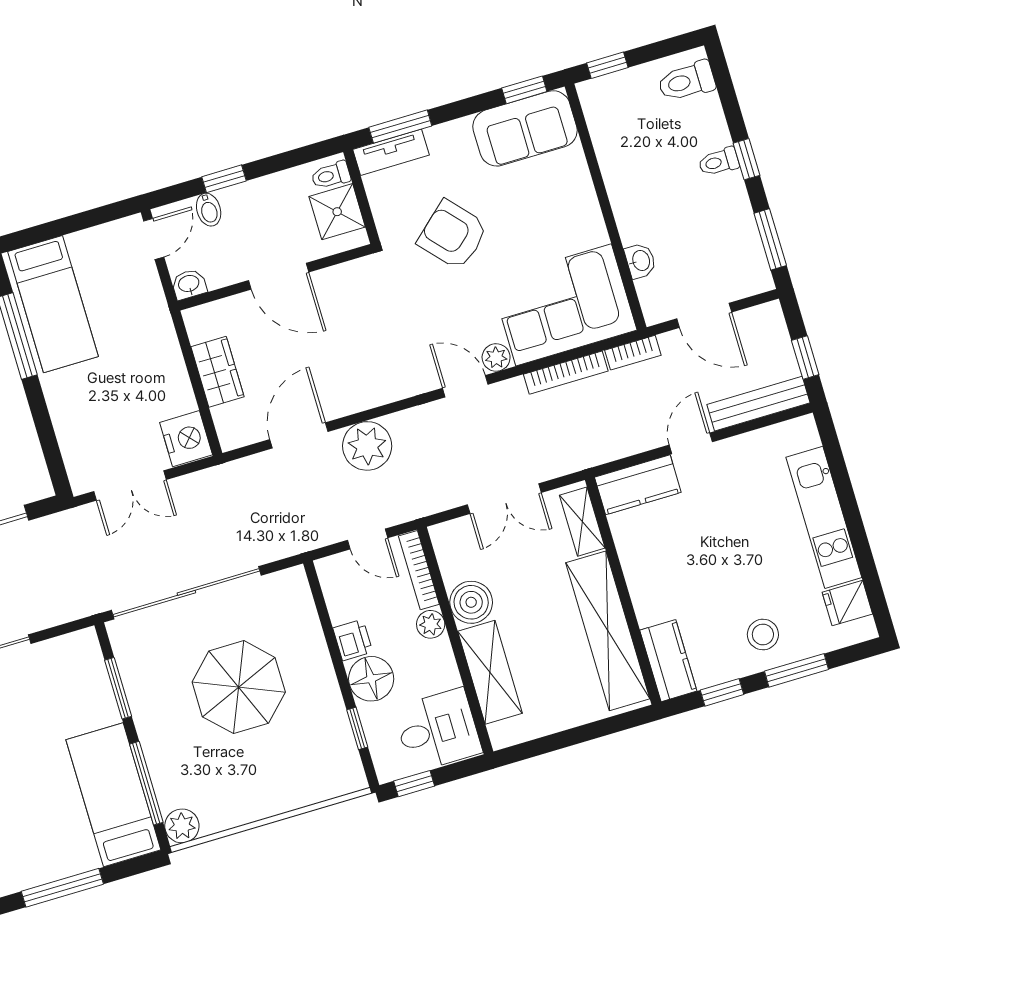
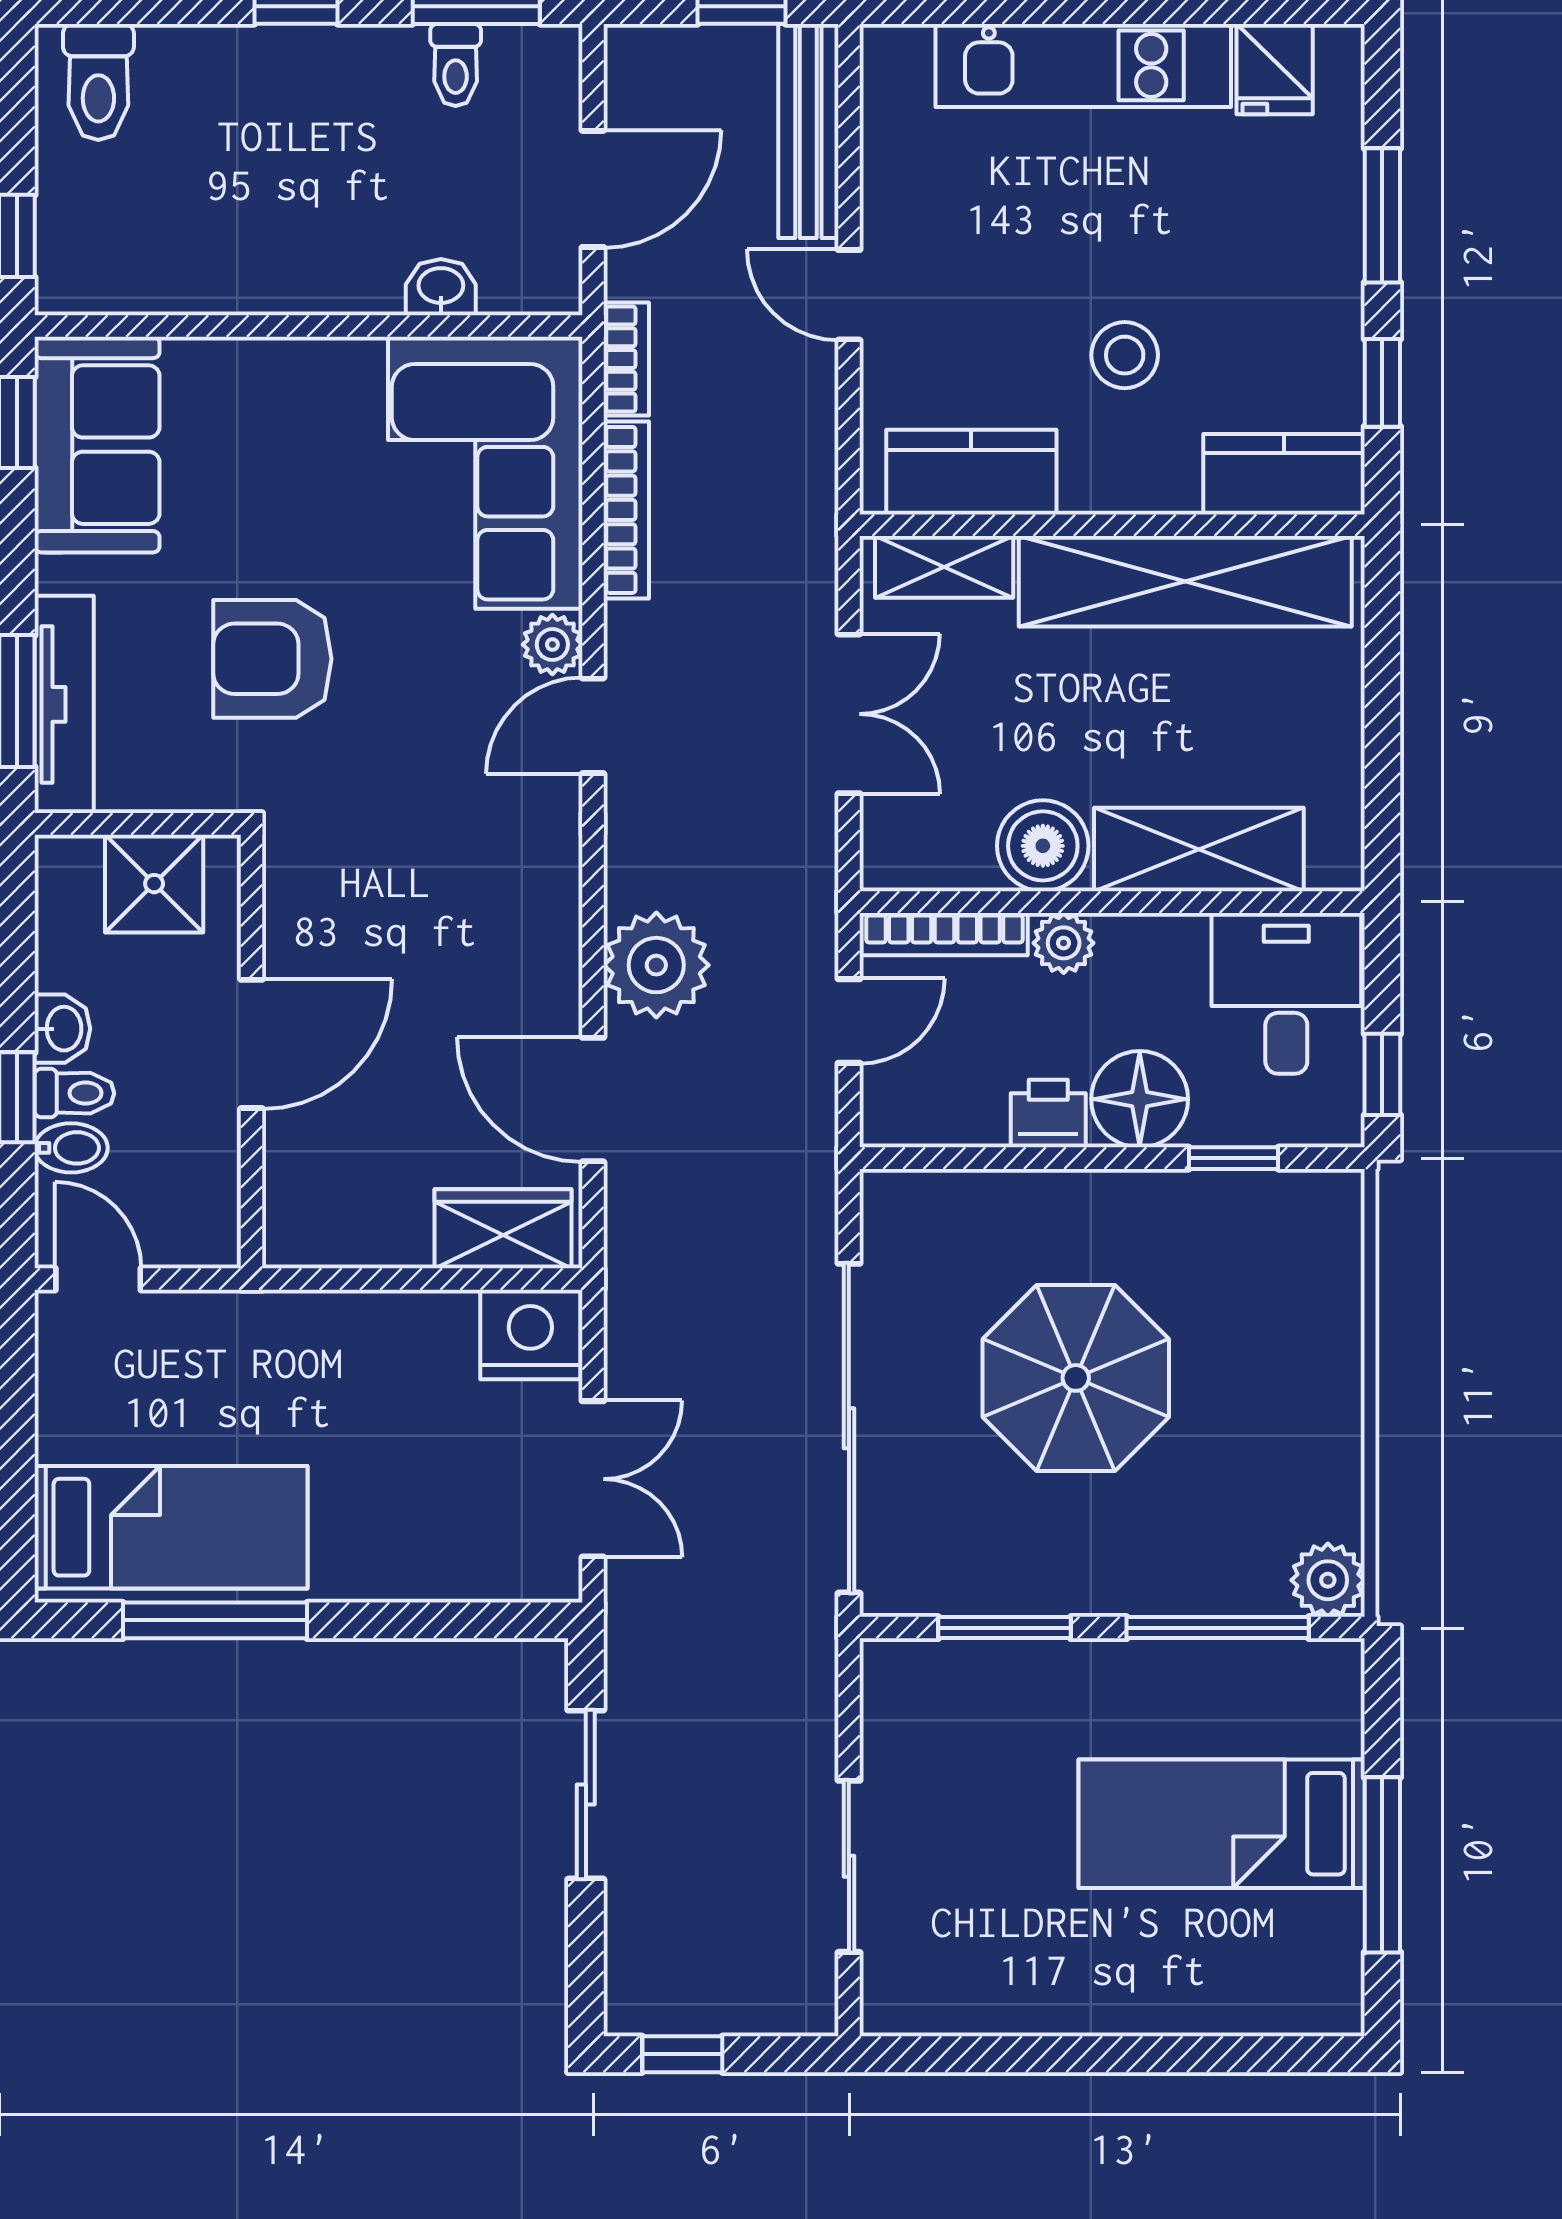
tv unit: (391, 152) -> (64, 704), width x1.41
toilet: (719, 162) -> (456, 65), moved
toilet: (331, 175) -> (74, 1093), moved, turned -90
armchair: (453, 235) -> (272, 659), turned 42
washbasin: (189, 284) -> (62, 1029), moved, turned 180
wardrobe: (217, 372) -> (503, 1229), moved
kitchen counter: (638, 485) -> (971, 472), moved, turned -90
stool: (763, 634) -> (1125, 355), moved
bed: (113, 795) -> (1222, 1824), moved

